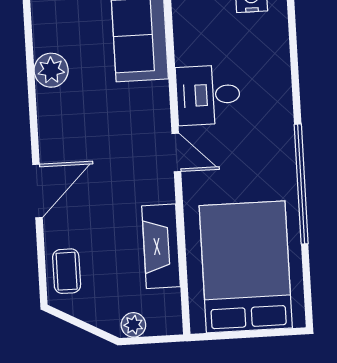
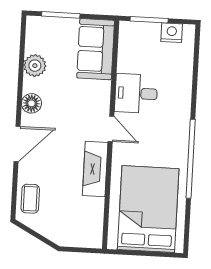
floor lamp: (52, 128) -> (31, 103), added
fireplace: (161, 246) -> (95, 169), moved
plant: (133, 325) -> (70, 239), removed

